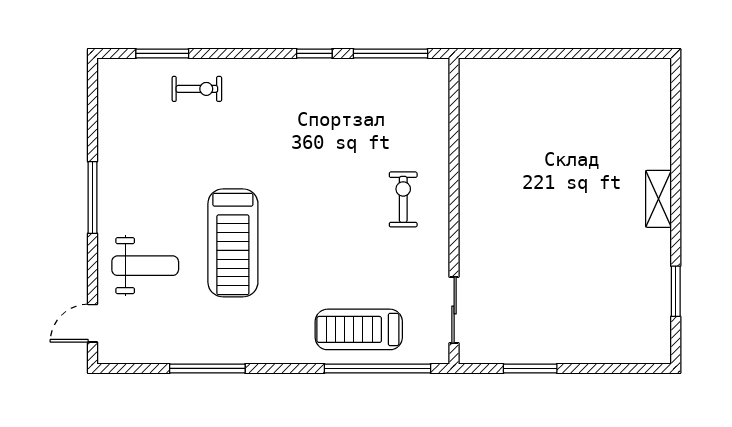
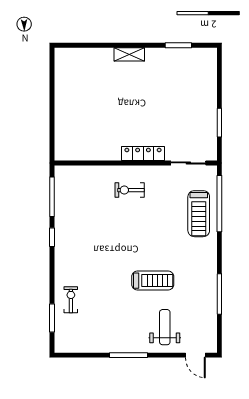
locker: (472, 225) -> (143, 154), added
treadmill: (233, 243) -> (153, 281), width x0.73, depth x0.73

